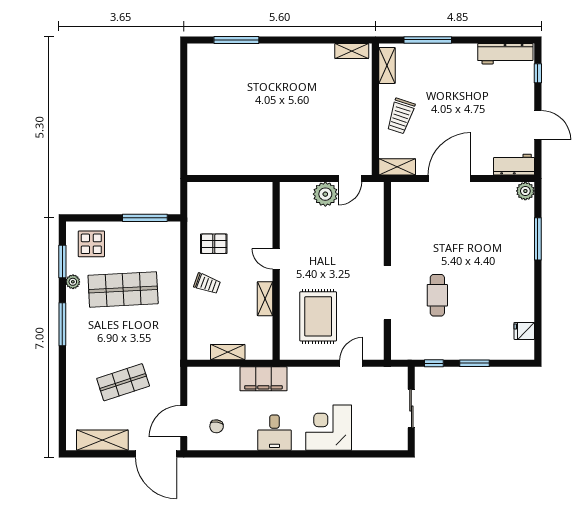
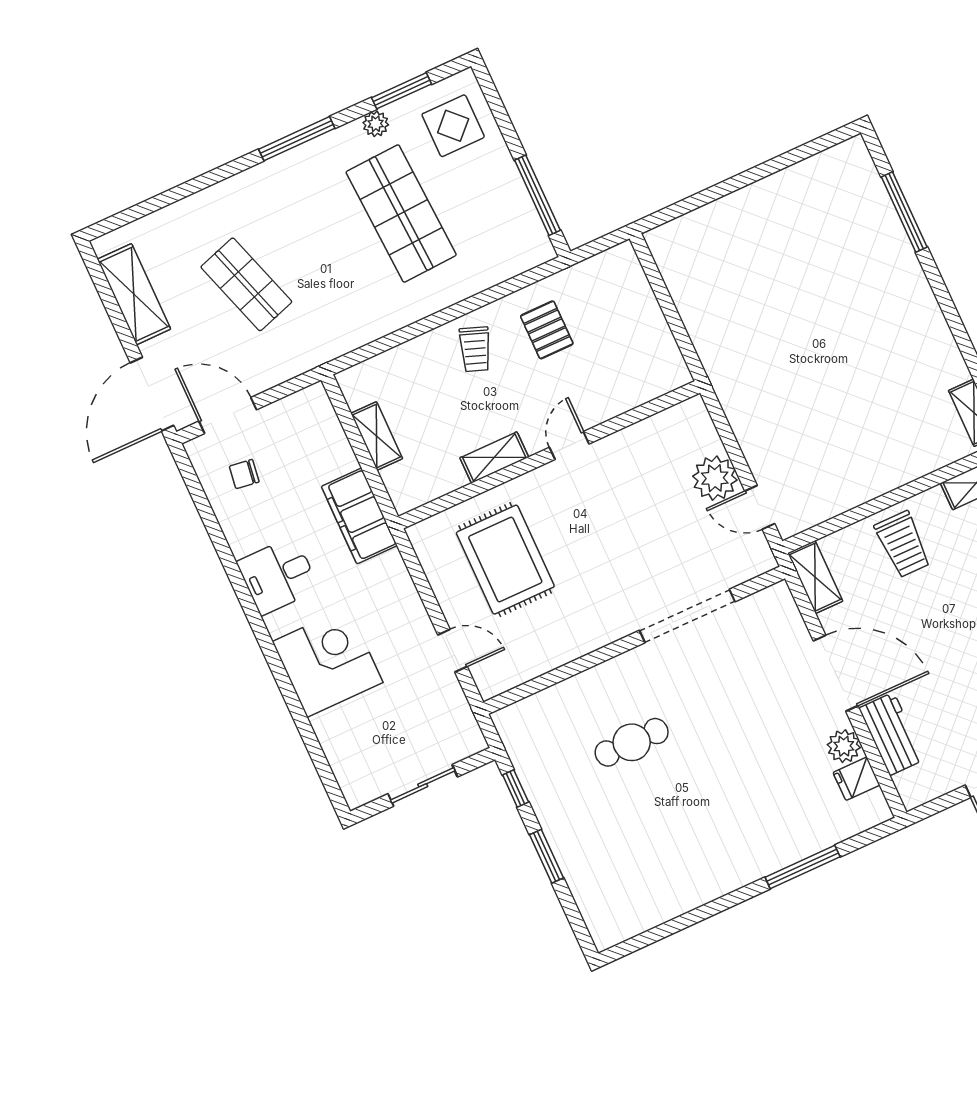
trolley: (401, 116) -> (903, 544), turned -108
workbench: (514, 165) -> (892, 734), moved
plant: (525, 191) -> (844, 746), moved
doorway: (387, 293) -> (687, 616), moved
rug: (318, 316) -> (505, 560), turned 90
fridge: (524, 331) -> (856, 779), moved, turned -90

